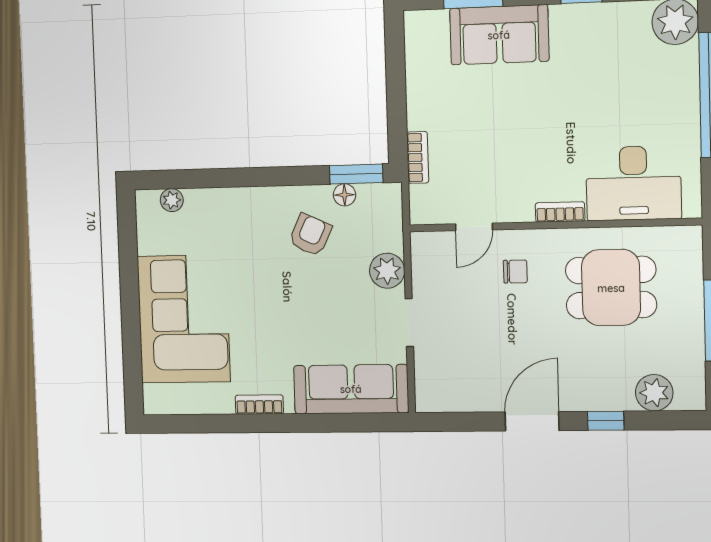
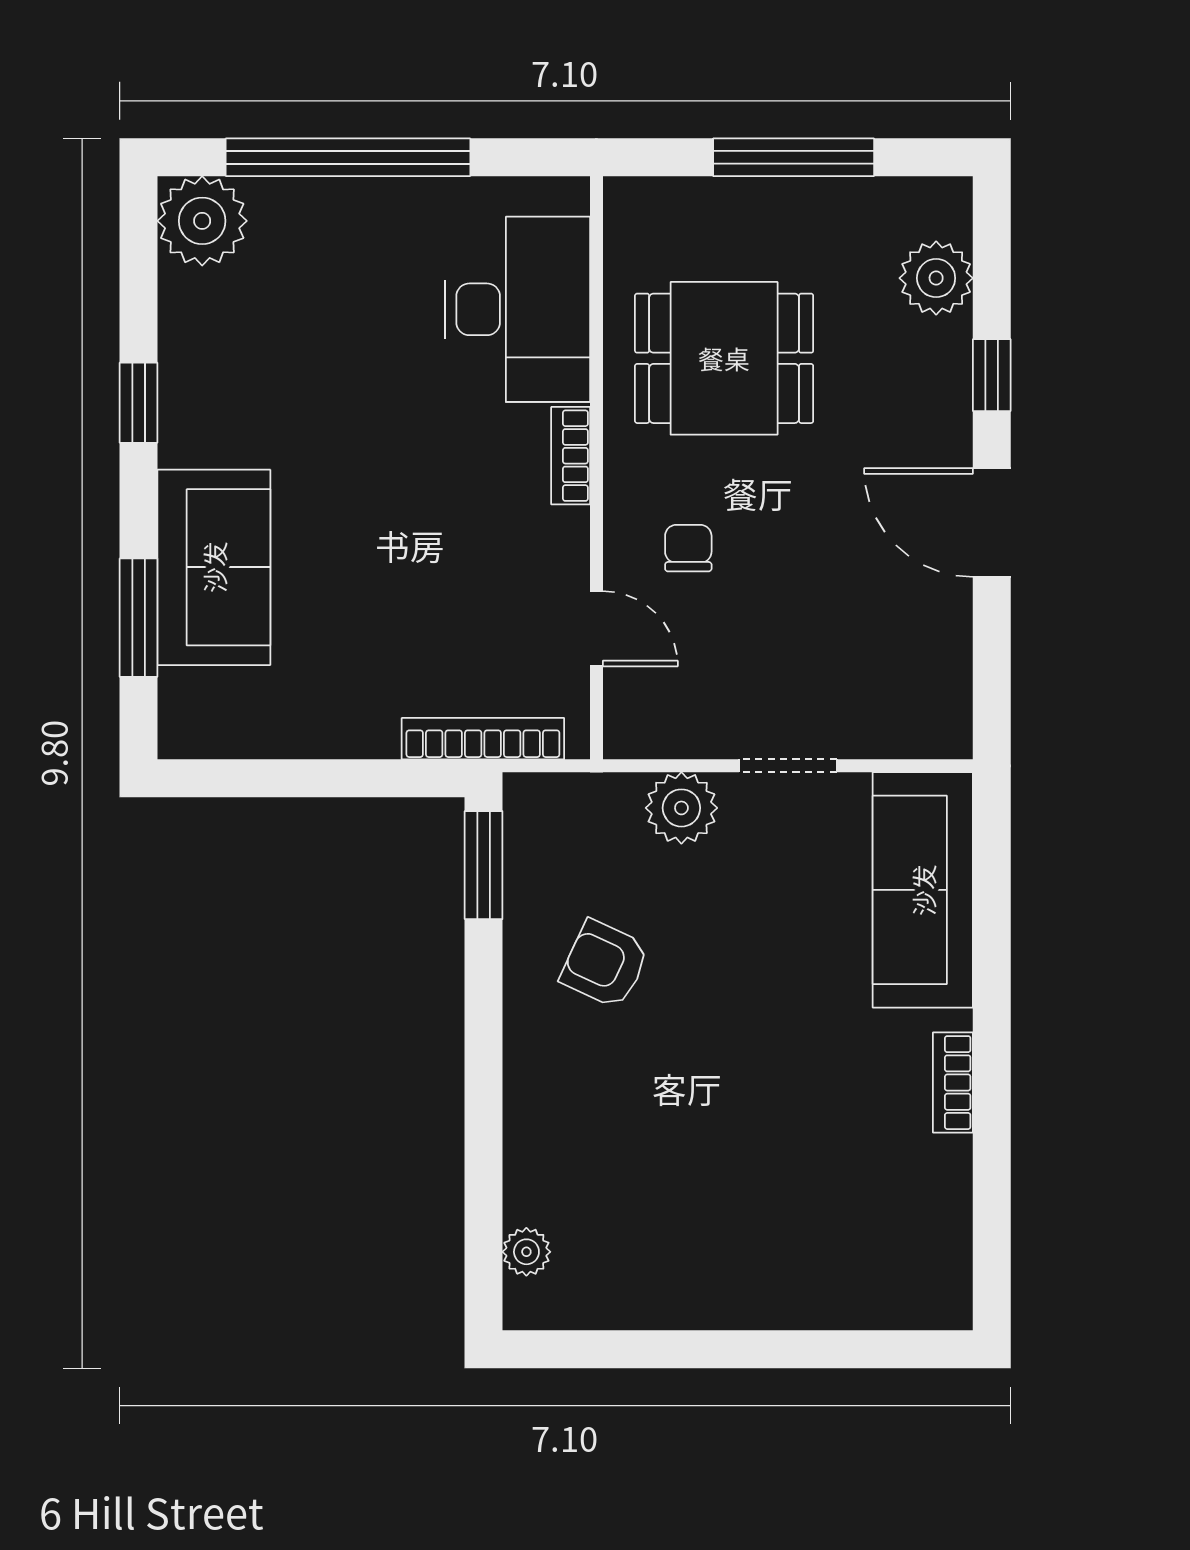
bookcase: (418, 157) -> (483, 739), width x1.56
floor lamp: (345, 195) -> (525, 891), removed
dining table: (611, 288) -> (724, 358), turned 90
corner sofa: (184, 319) -> (773, 1236), removed

